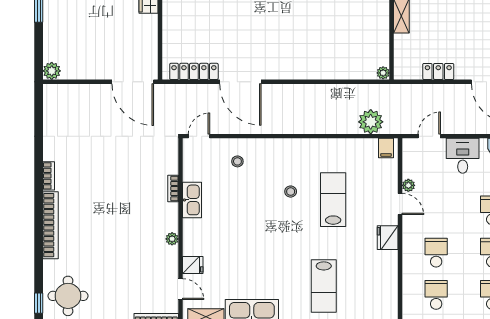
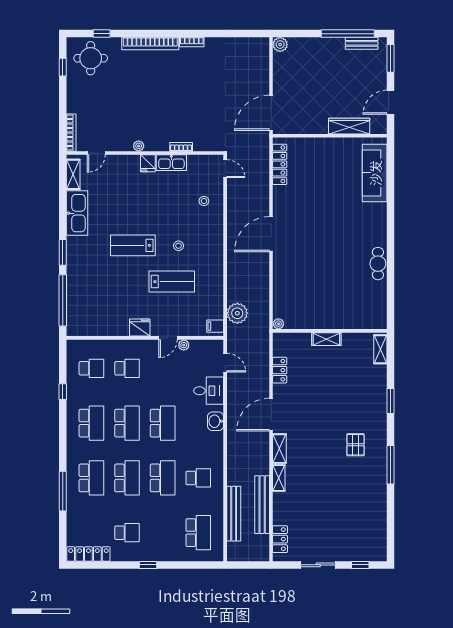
door: (240, 82) -> (271, 234), moved
fridge: (193, 265) -> (148, 163), moved
lab bench: (324, 286) -> (133, 245), moved
window: (39, 303) -> (102, 34), moved

